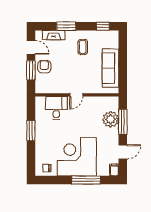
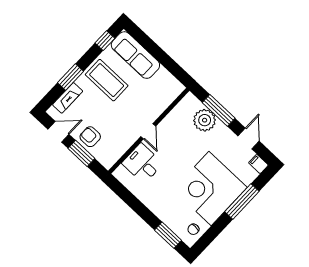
coffee table: (83, 47) -> (107, 80), width x1.86, depth x1.72
sofa: (110, 68) -> (135, 55), moved
window: (31, 131) -> (168, 235), moved

